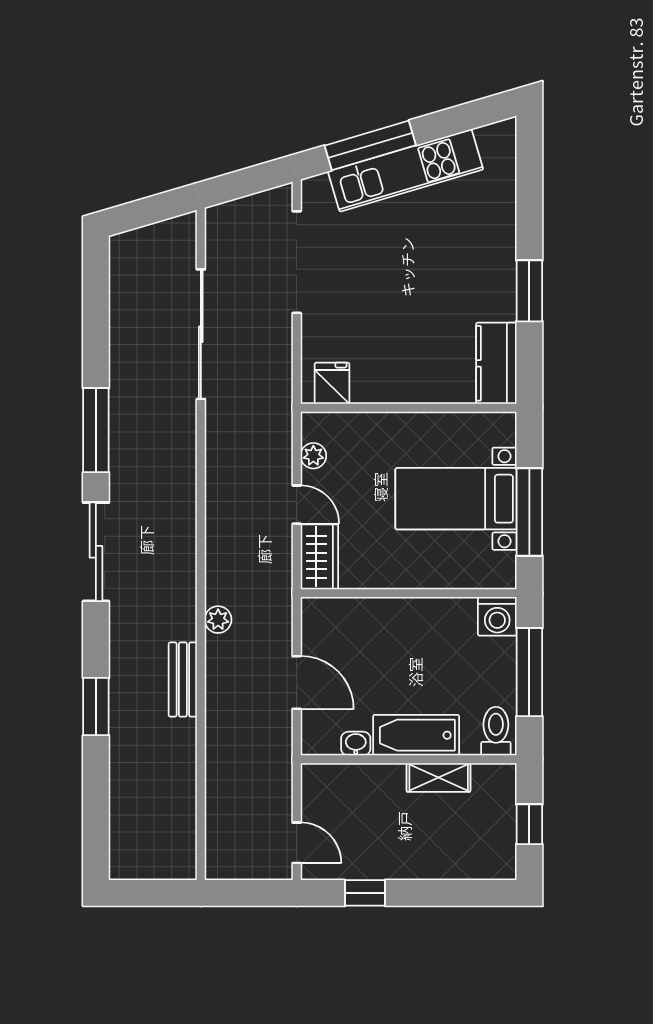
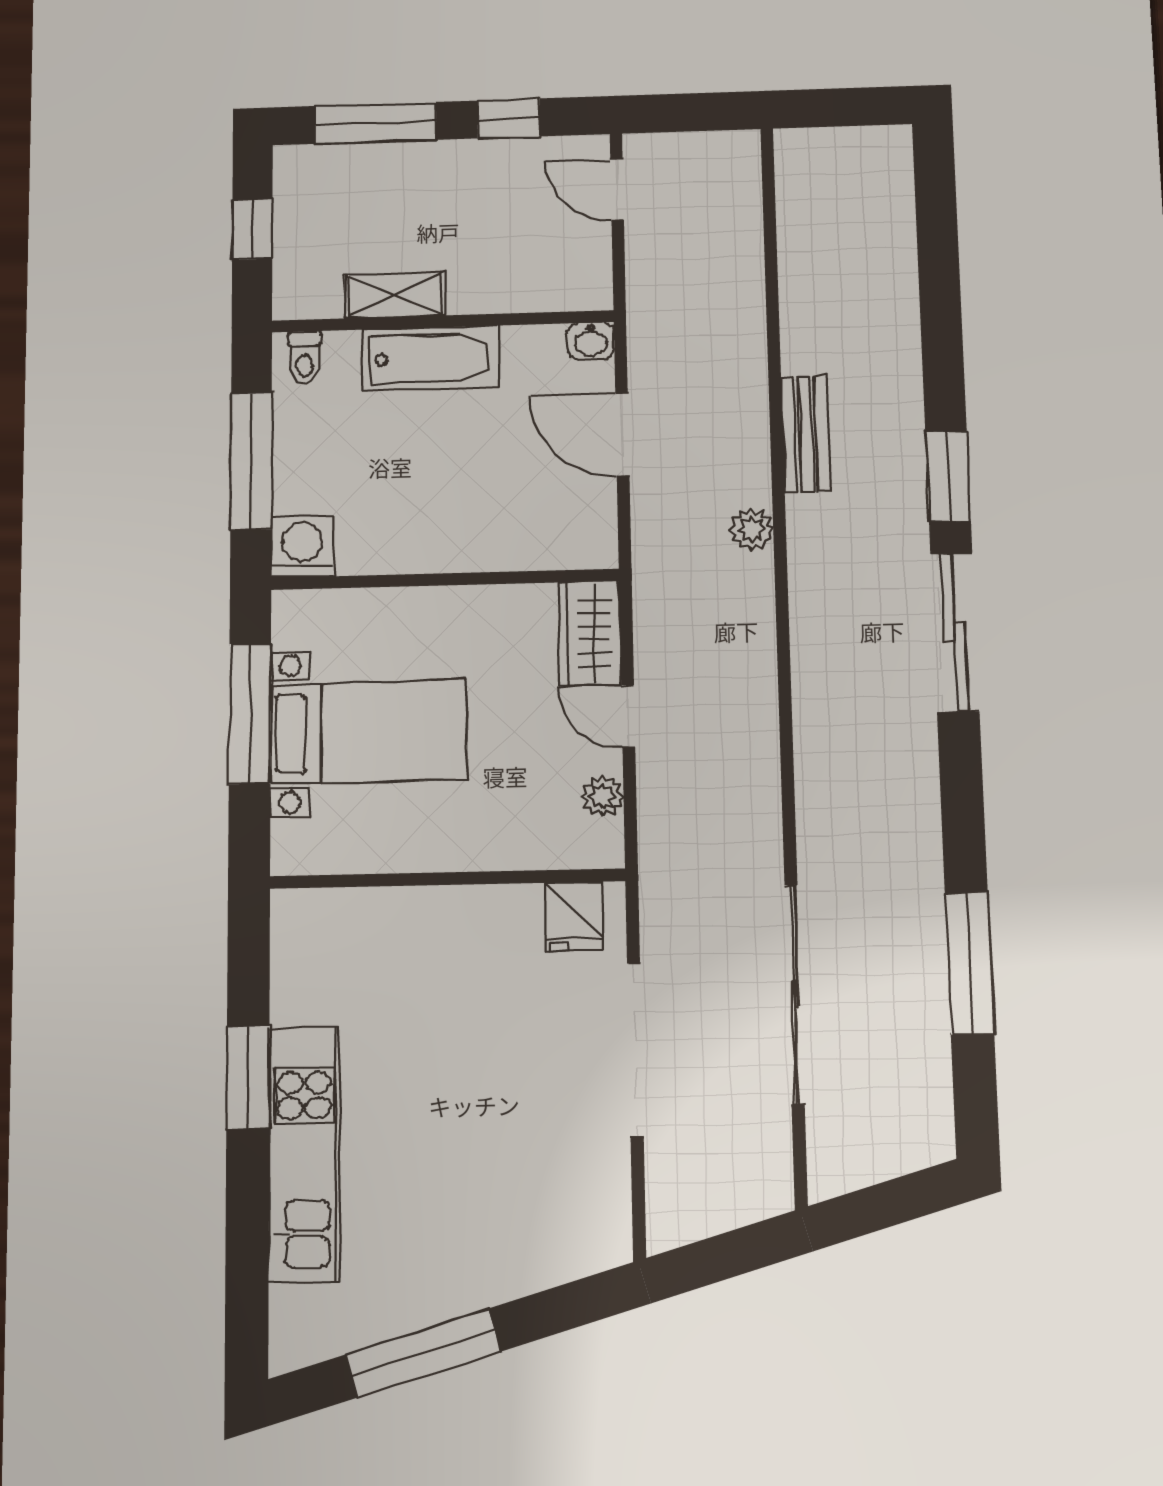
window: (370, 145) -> (423, 1353), moved
kitchen unit: (406, 170) -> (304, 1154), moved, turned 106
doorway: (297, 262) -> (635, 1049), moved
kitchen counter: (496, 363) -> (303, 955), removed
window: (96, 430) -> (969, 963), moved
window: (96, 707) -> (948, 476), moved
toilet: (496, 731) -> (305, 358), width x0.73, depth x0.72
washbasin: (356, 744) -> (591, 341), moved
window: (450, 893) -> (376, 123), added

